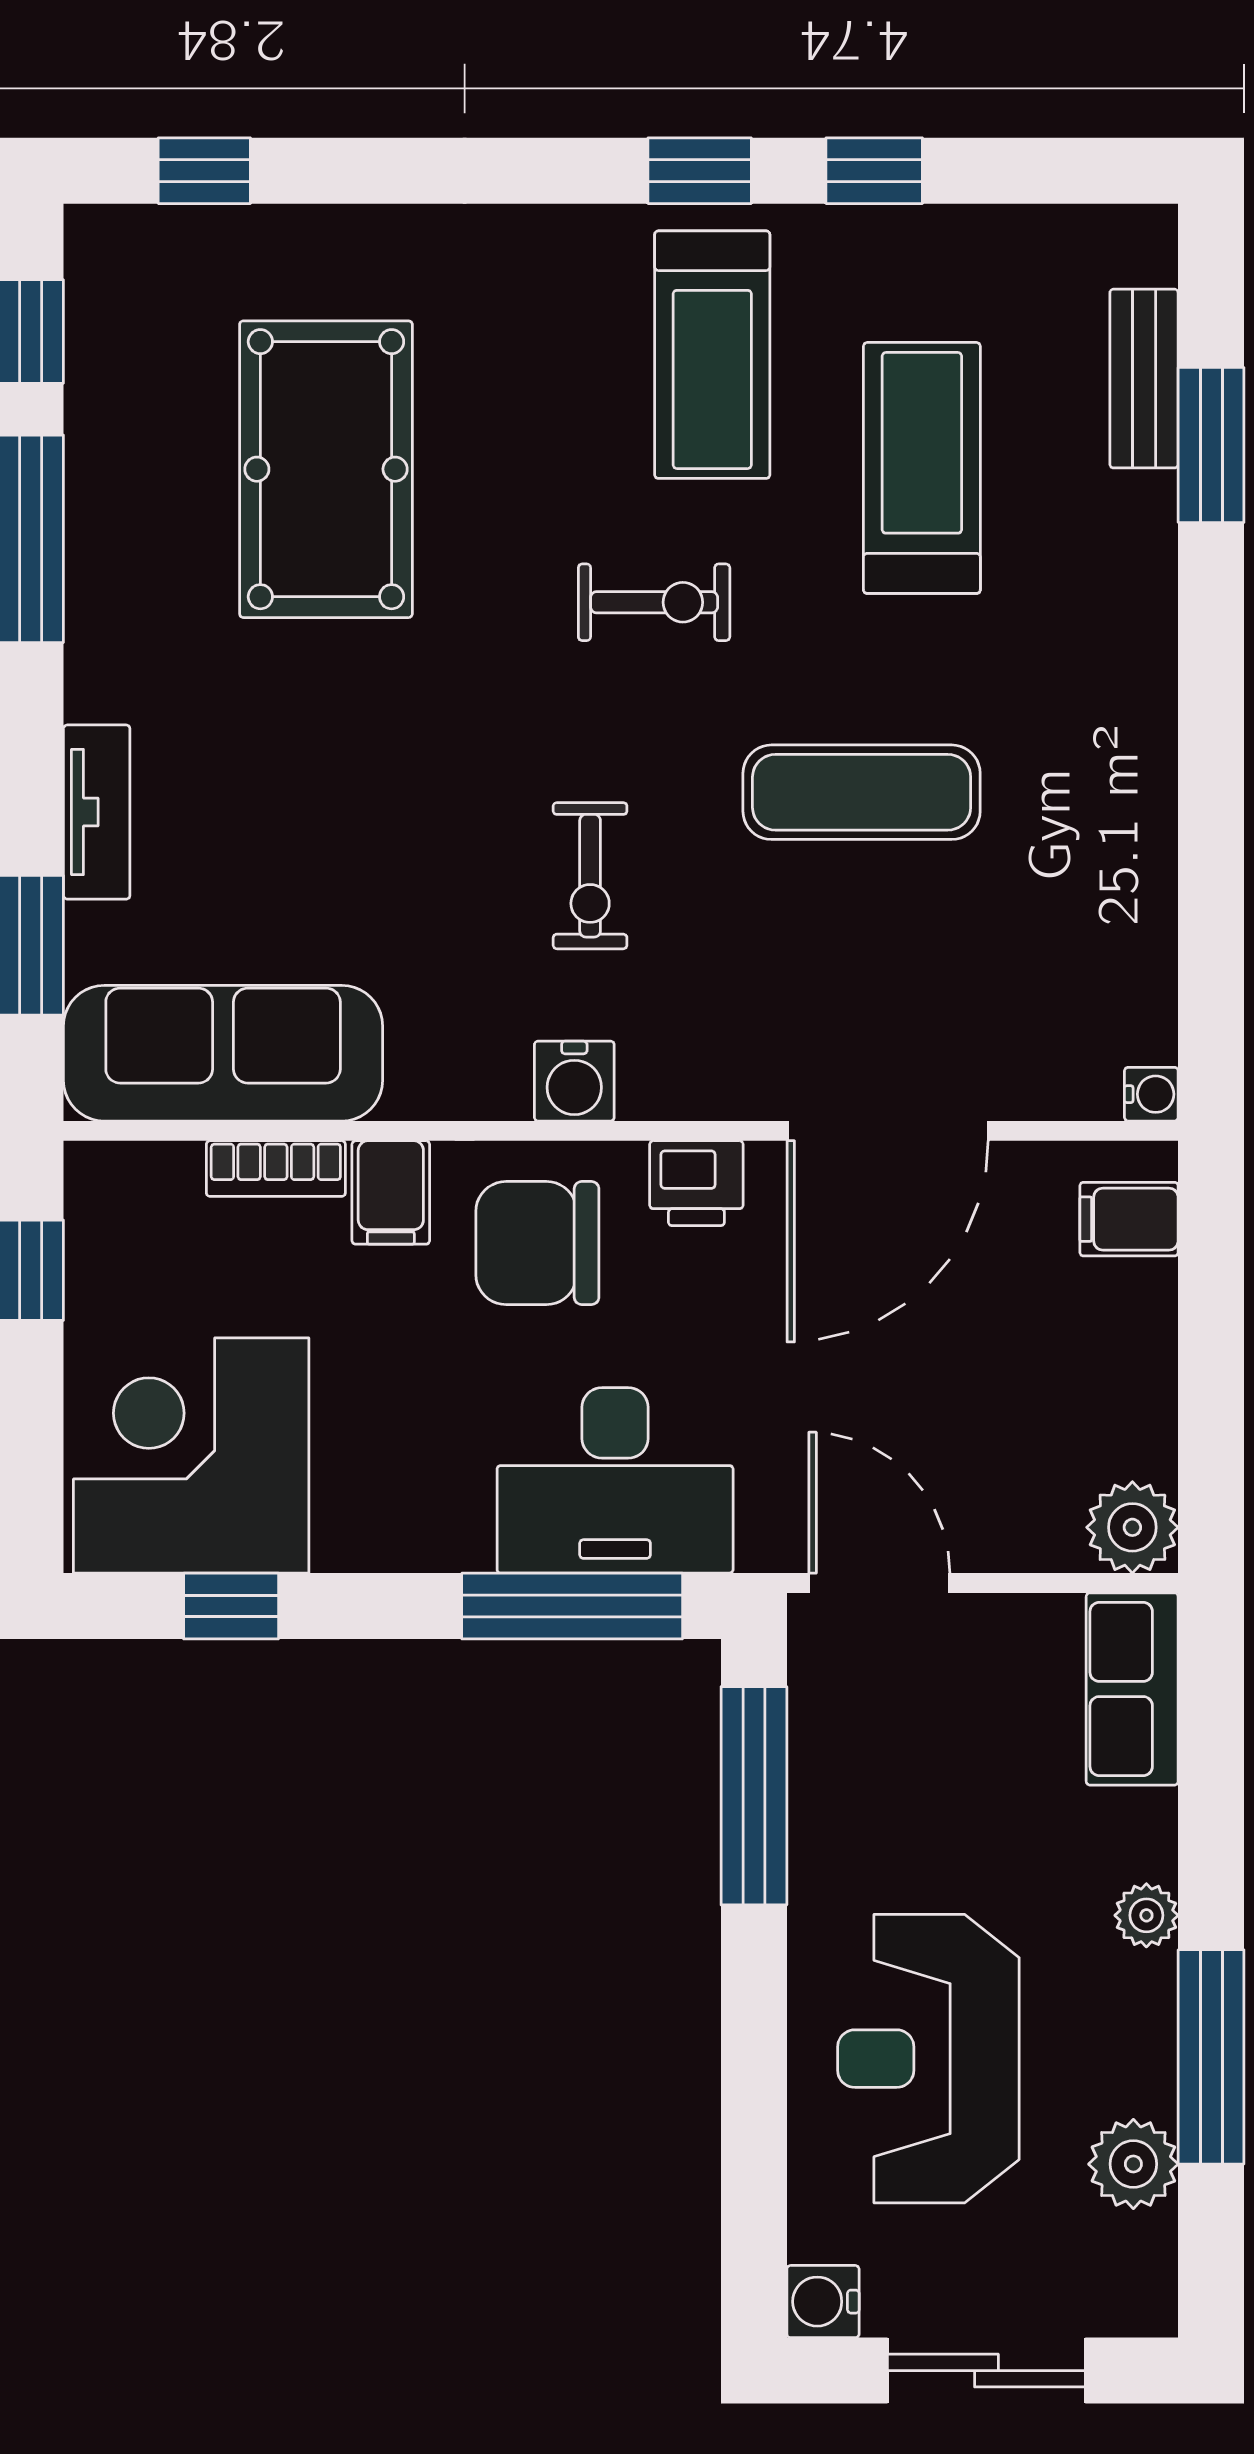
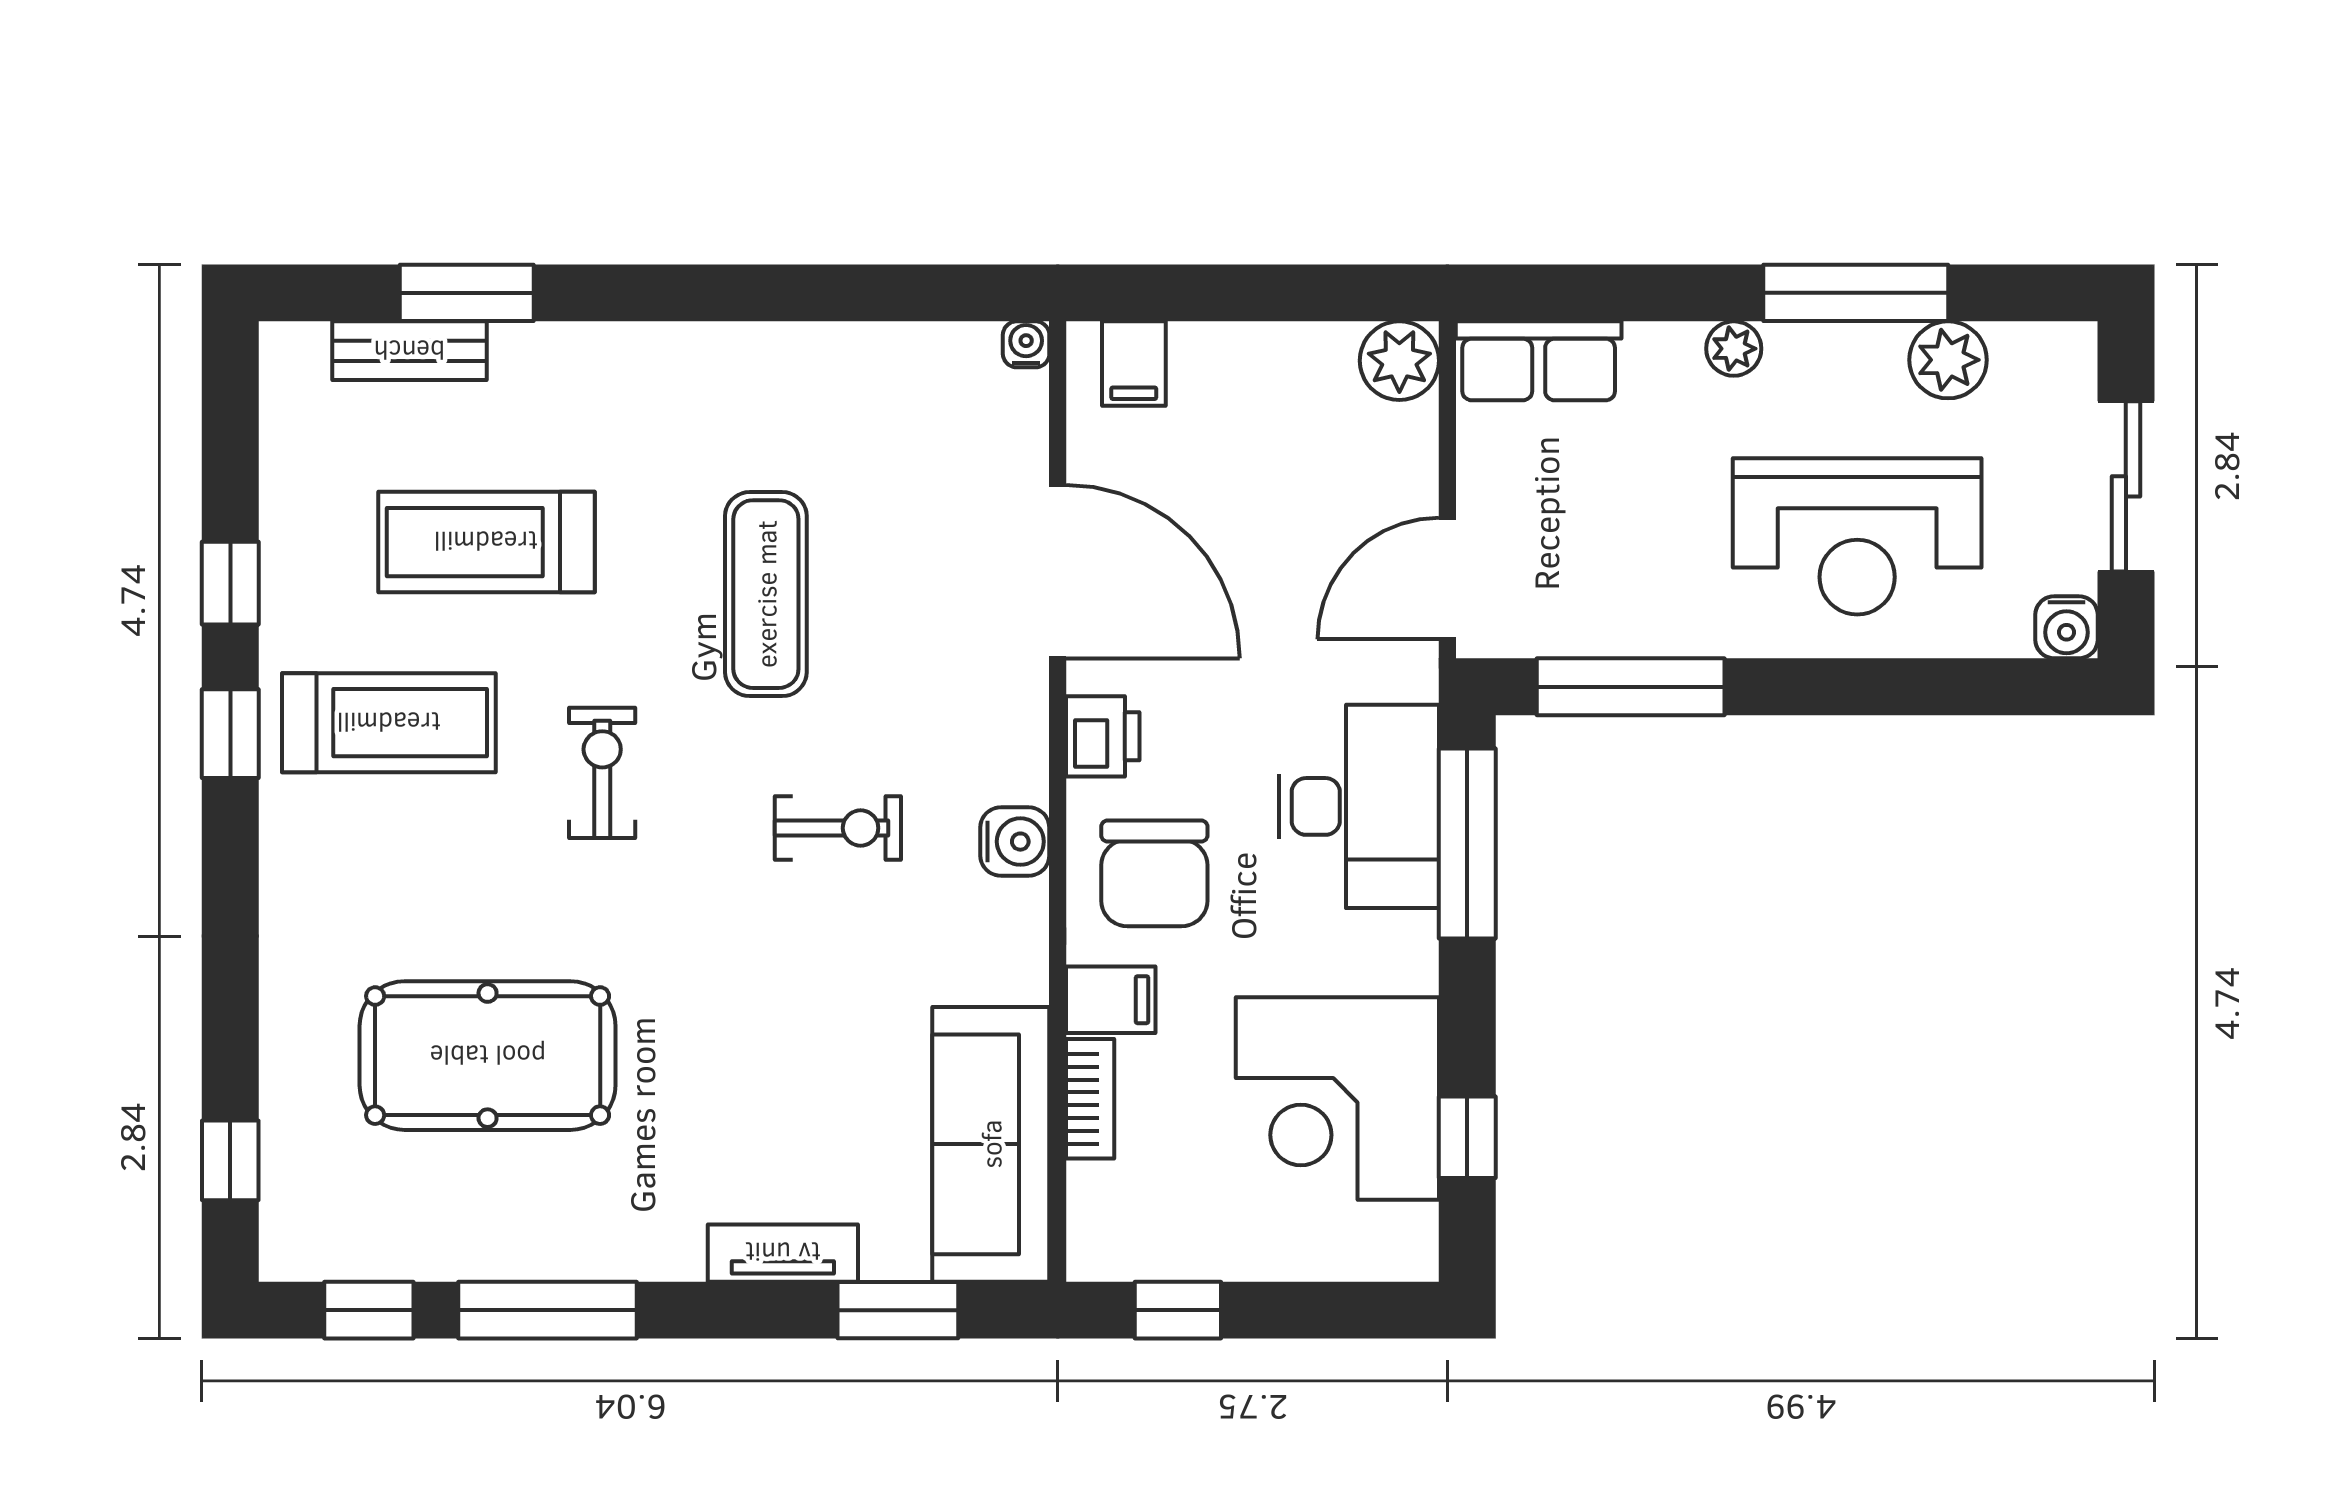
corner desk: (191, 1455) -> (1337, 1098), moved

